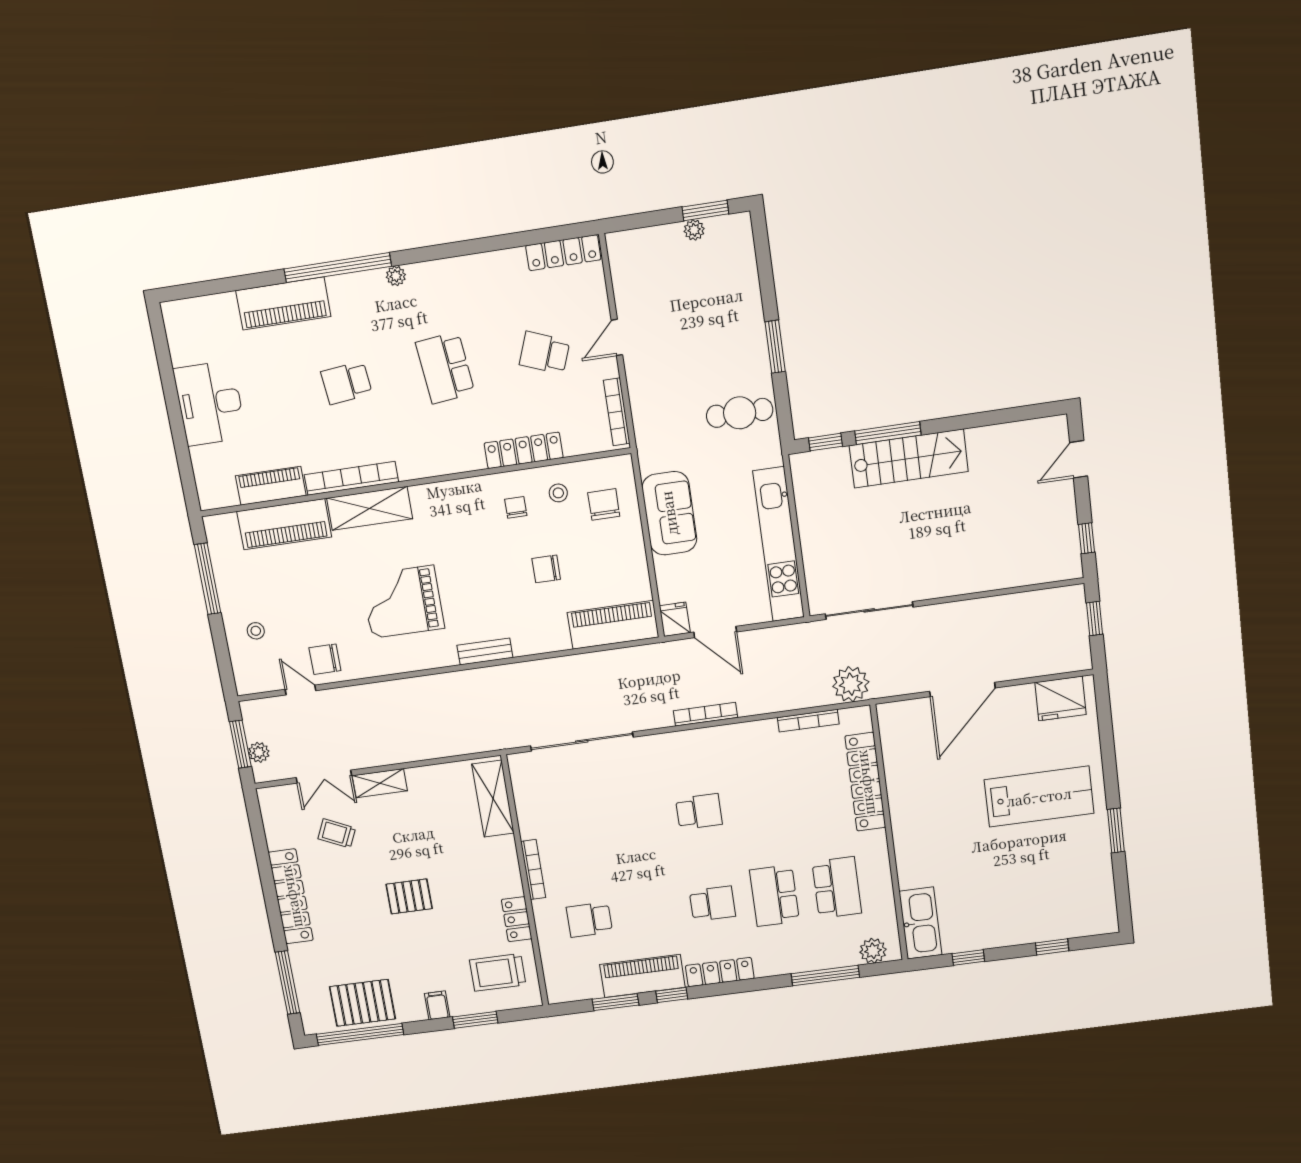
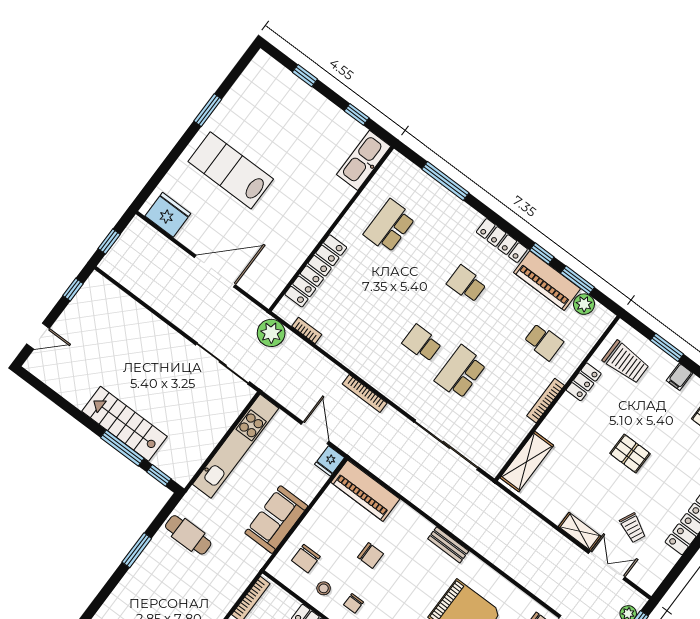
bookcase: (808, 721) -> (307, 330), width x0.64
school desk: (774, 896) -> (461, 372), moved, turned 180
plant: (873, 951) -> (584, 304), moved

